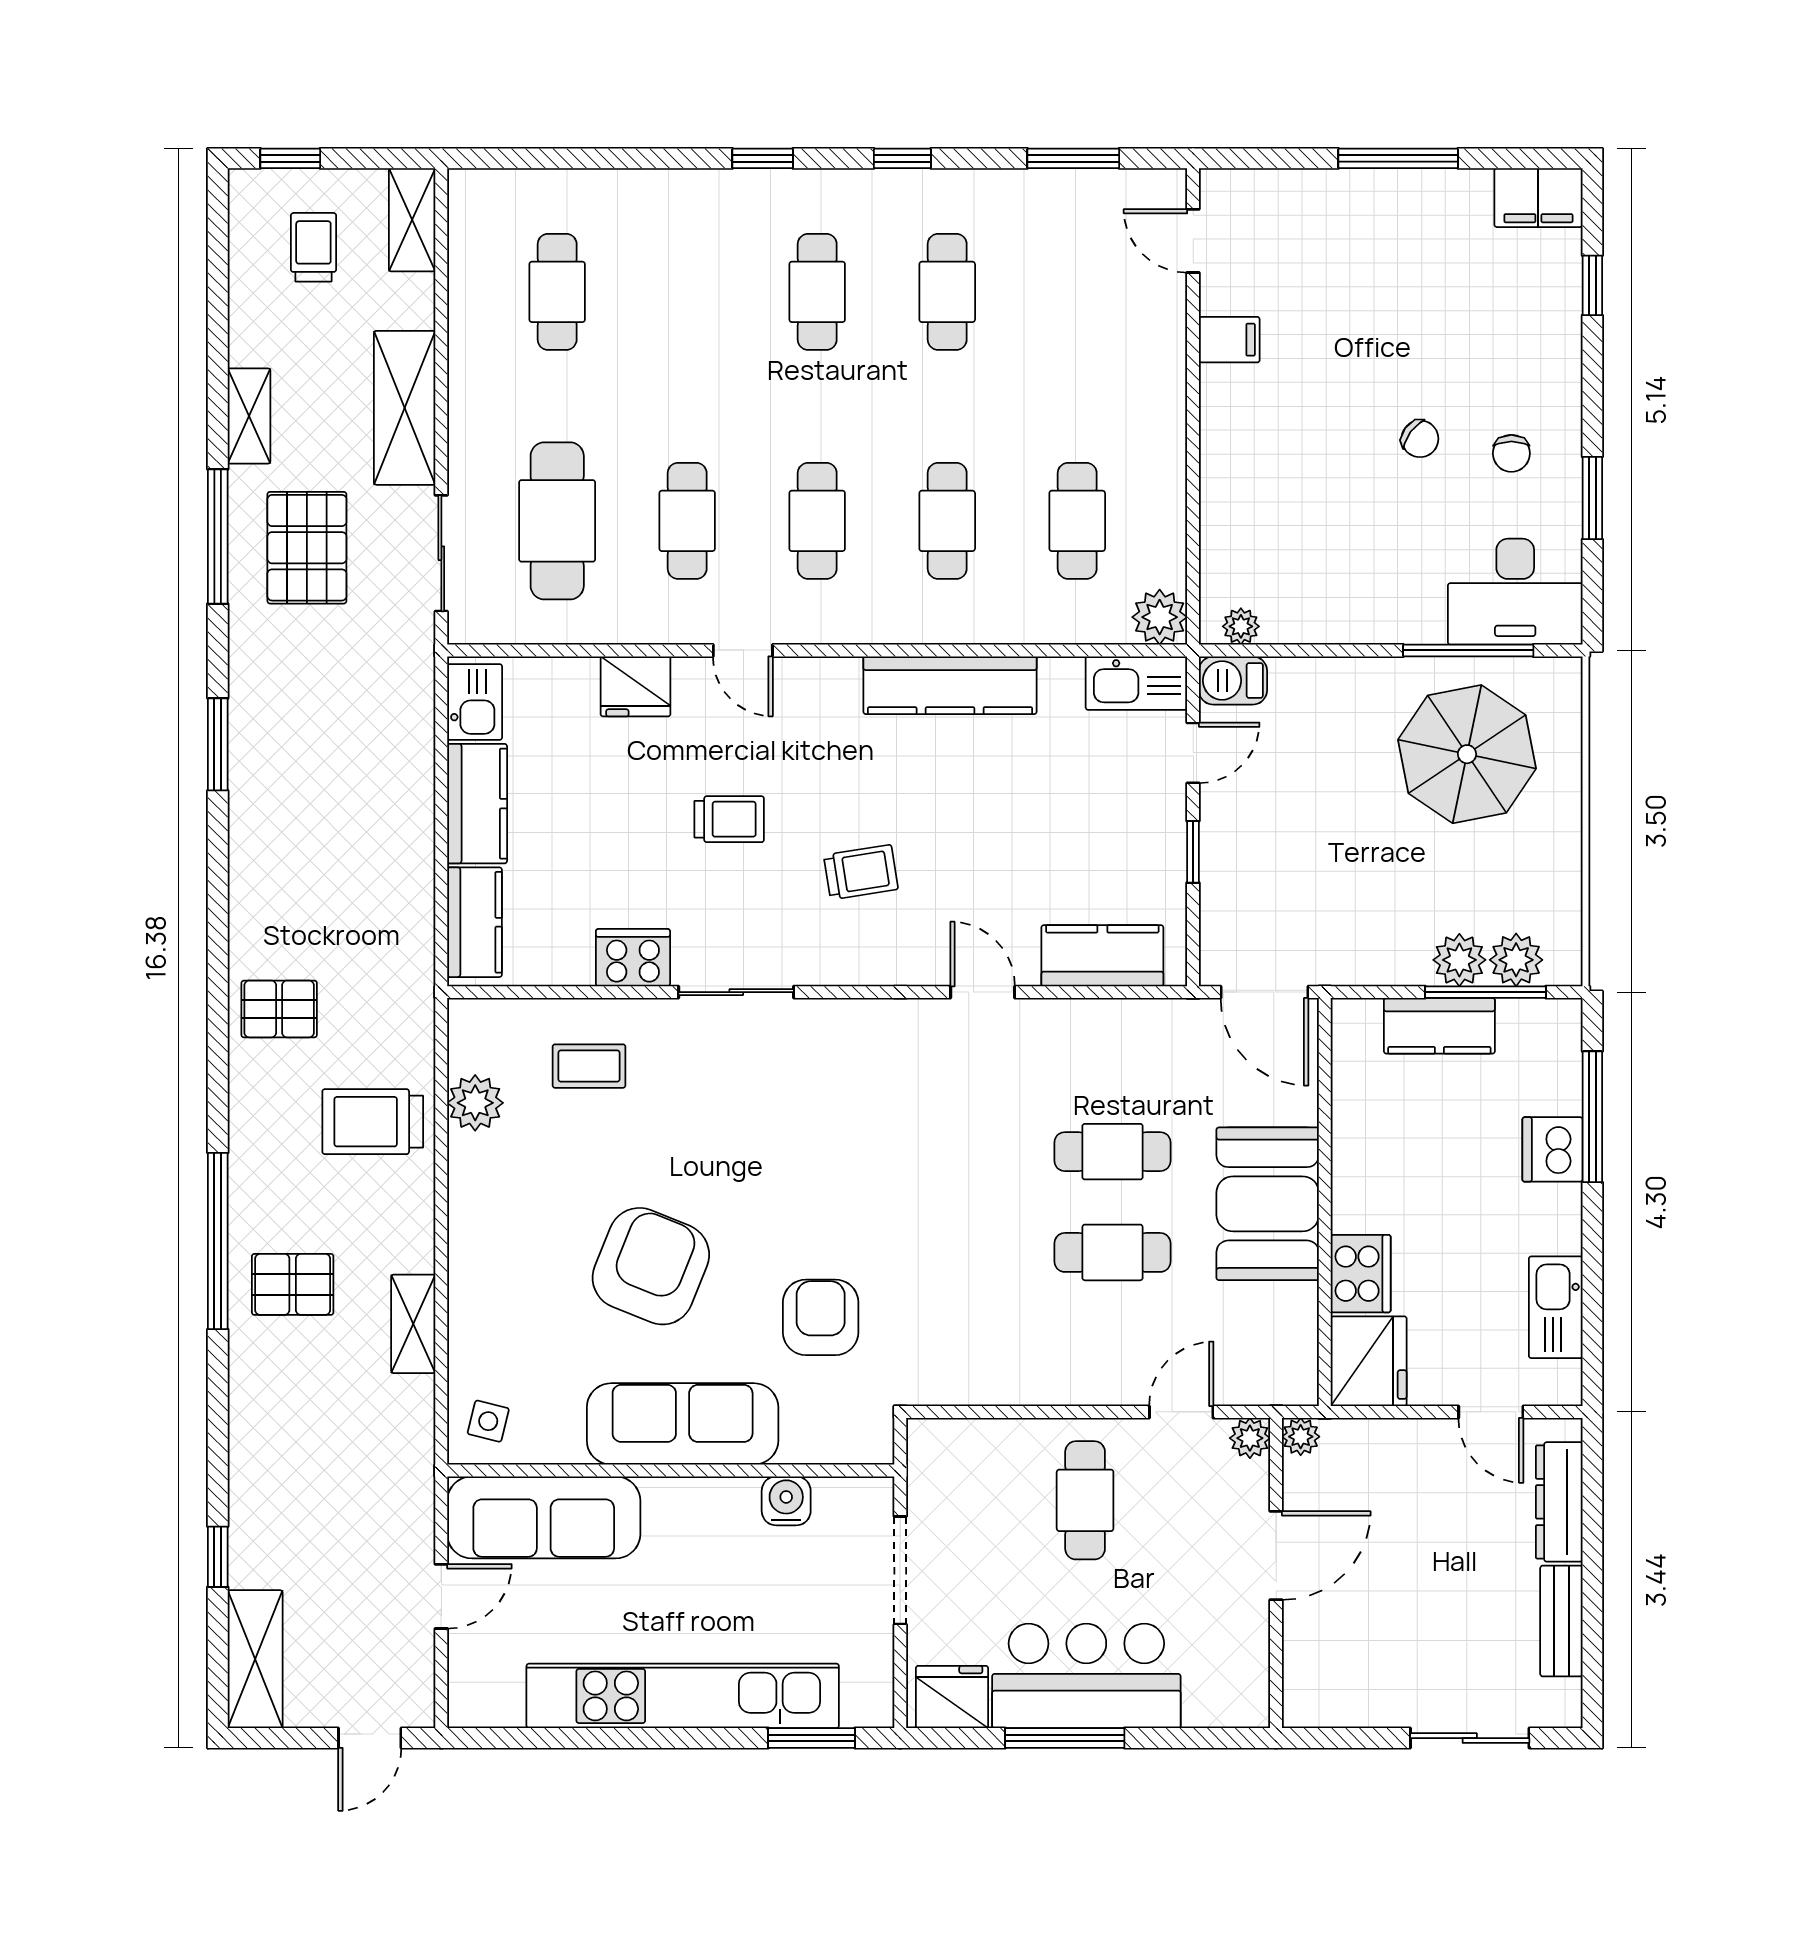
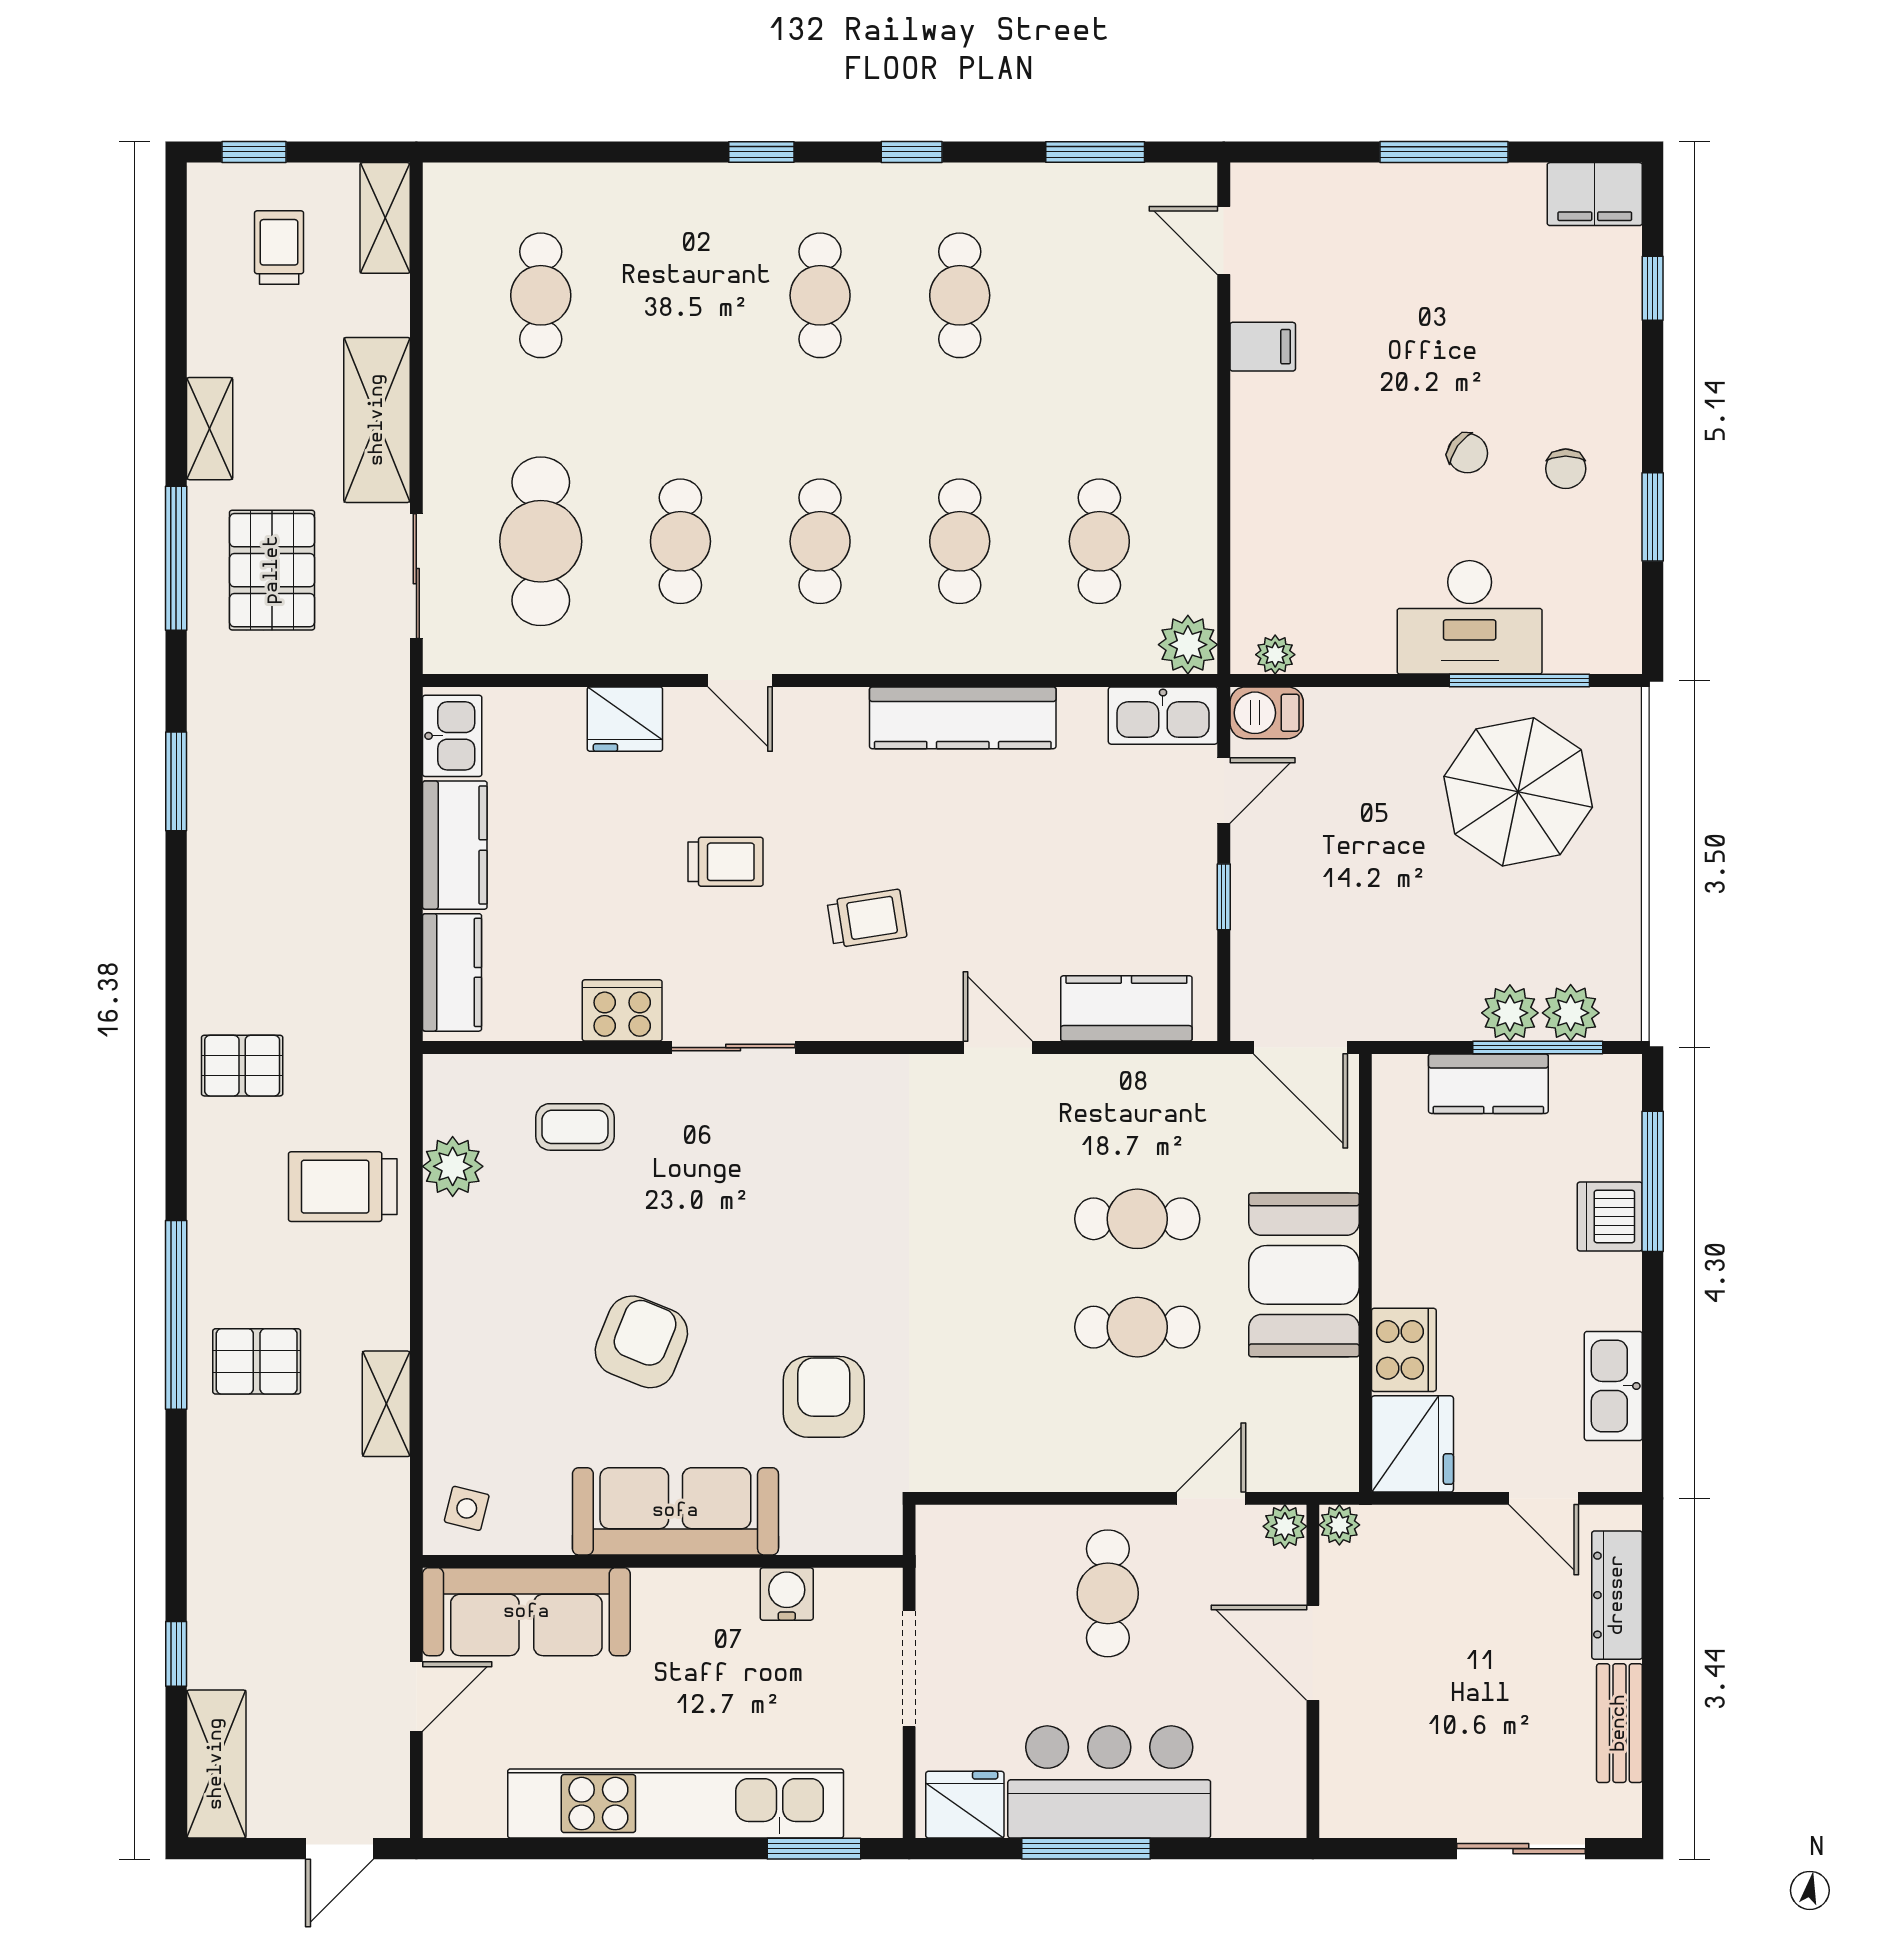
desk: (1515, 592) -> (1470, 617), moved
armchair: (651, 1266) -> (641, 1342), width x0.73, depth x0.73
door: (1276, 1556) -> (1313, 1653), swing flipped

